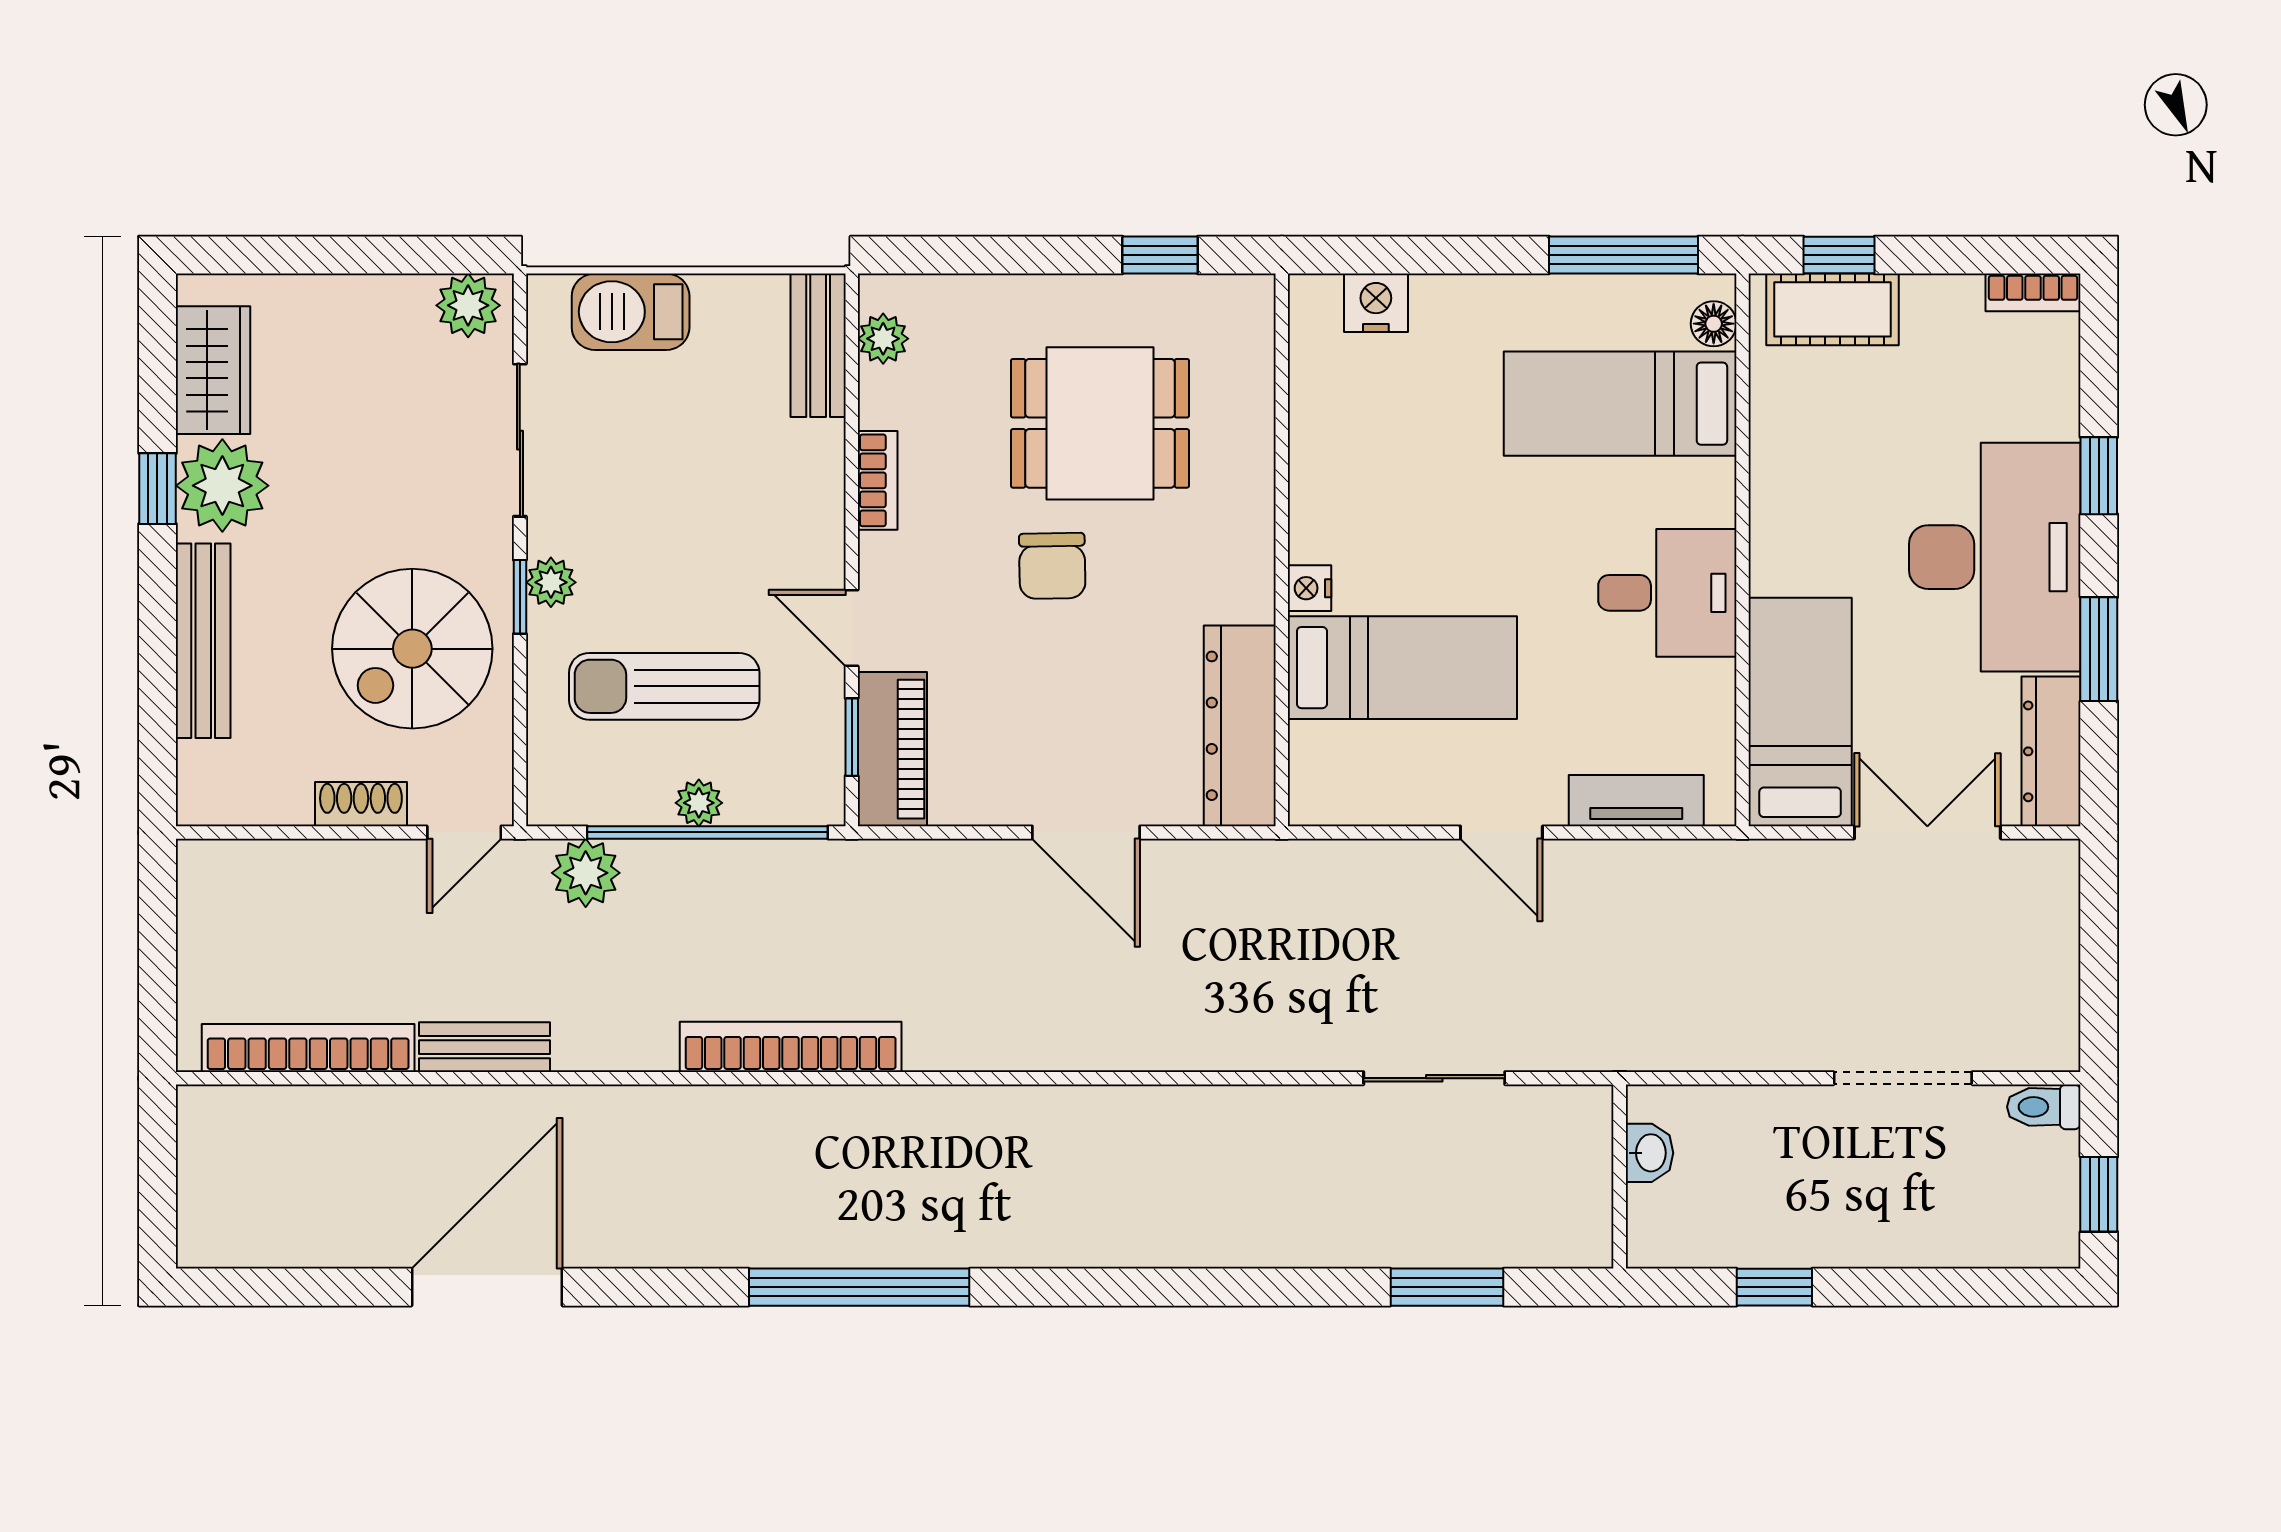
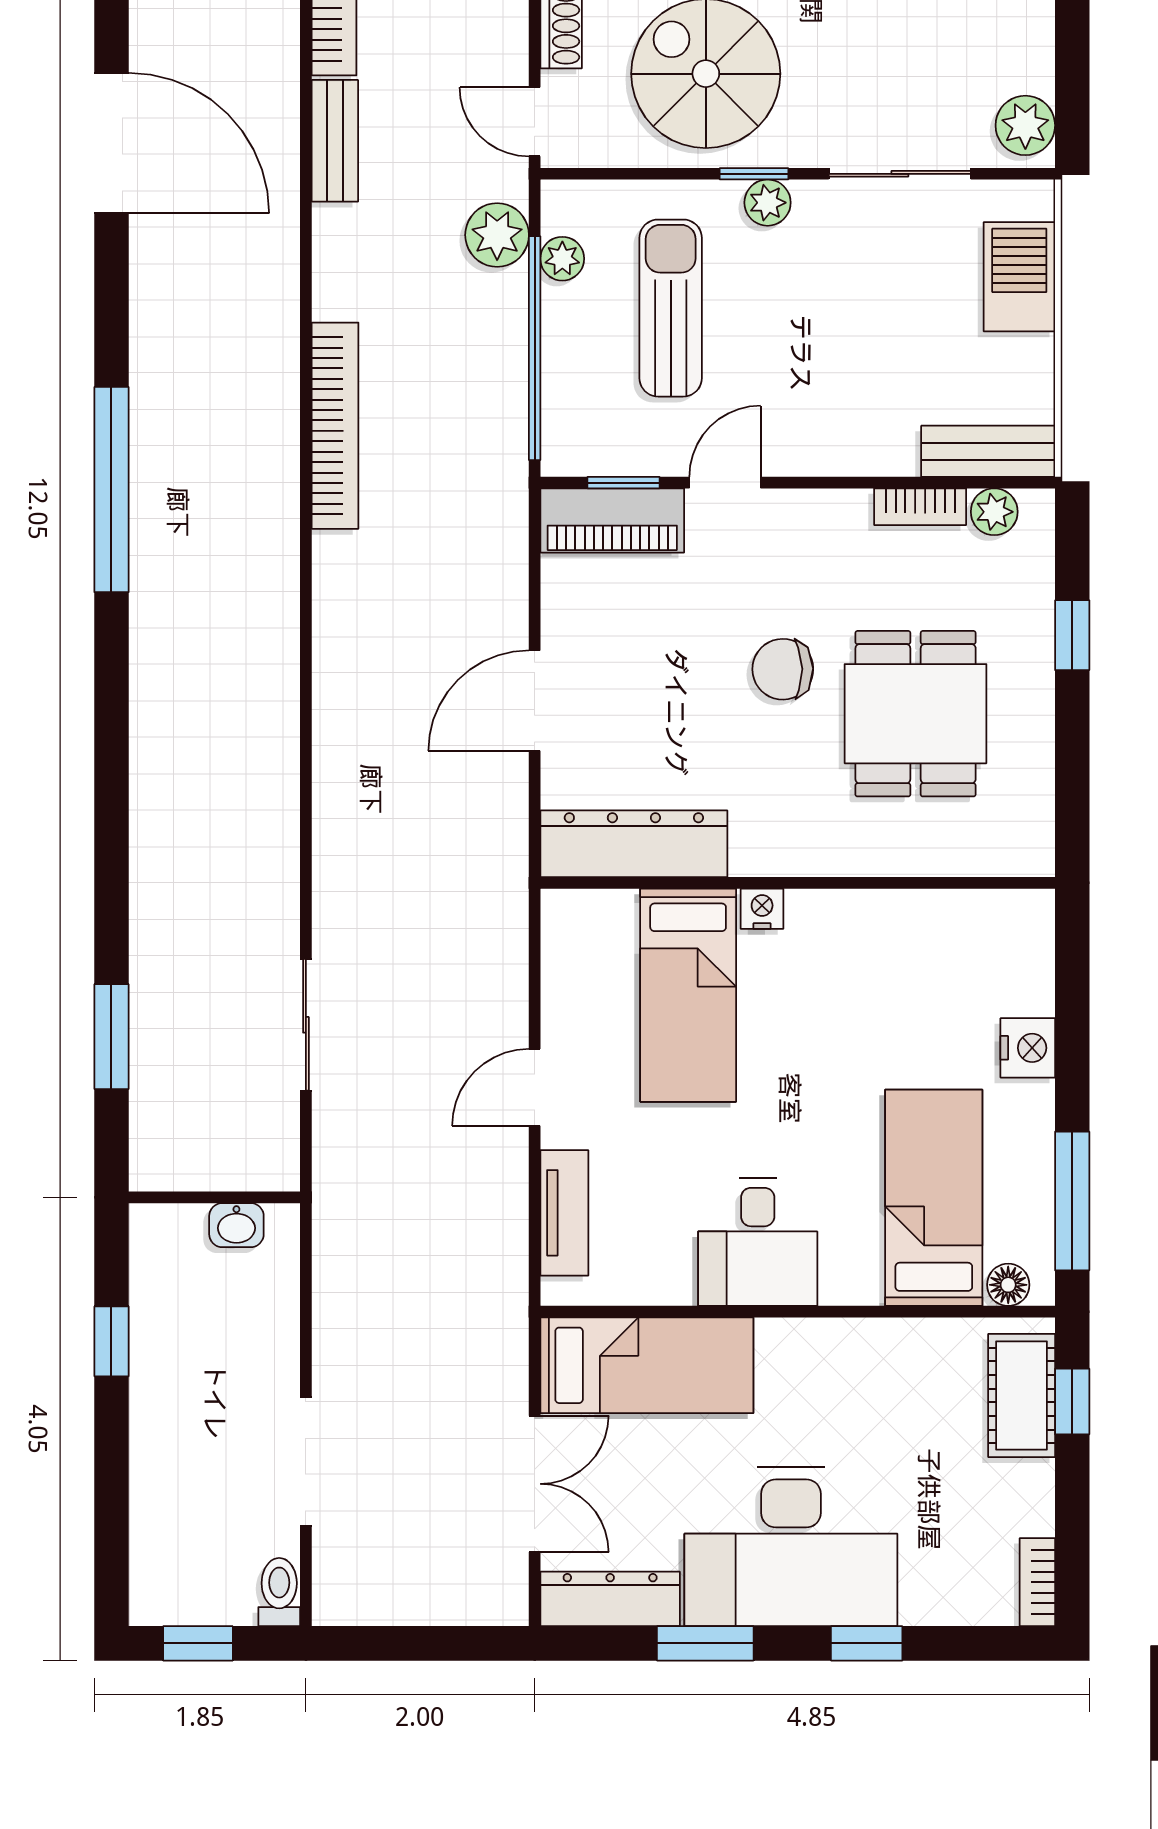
window: (1160, 255) -> (1072, 635), moved
nightstand: (1376, 303) -> (1028, 1048), moved
bookcase: (878, 480) -> (920, 507), moved
plant: (699, 803) -> (562, 259), moved

